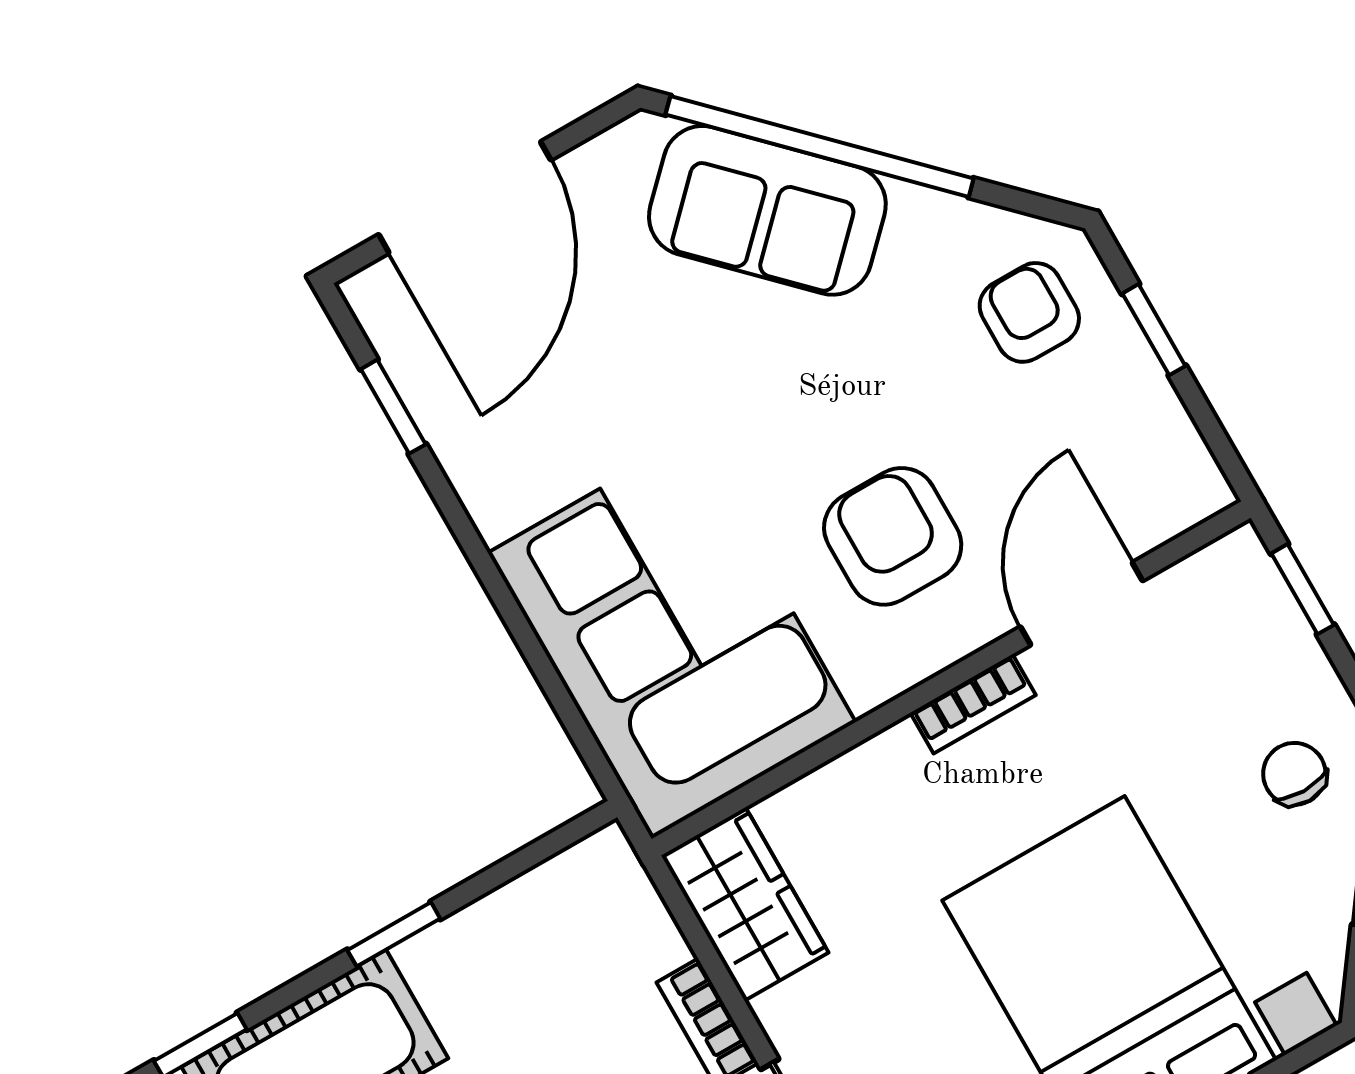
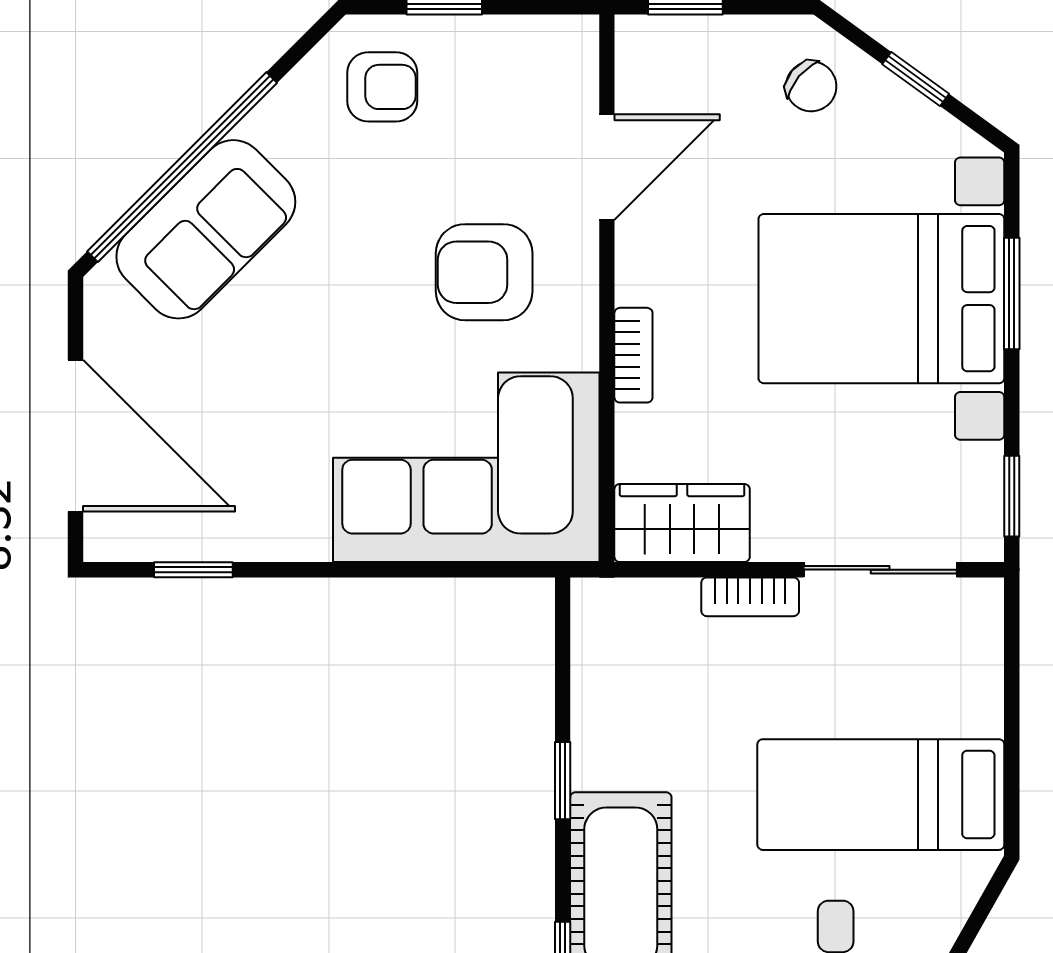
armchair: (1029, 312) -> (382, 87), turned 180
door: (1082, 604) -> (607, 167), swing flipped
bookcase: (973, 704) -> (633, 355), moved
chair: (1294, 774) -> (811, 86), turned -140

